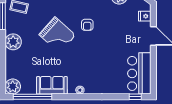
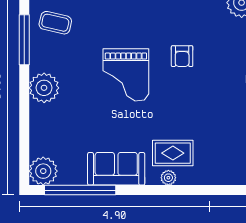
grand piano: (57, 35) -> (126, 75), turned 48
rug: (82, 77) -> (173, 153), added

